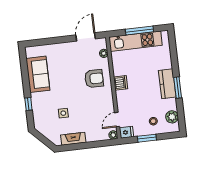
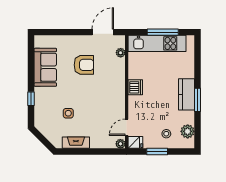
armchair: (94, 79) -> (84, 65), moved

